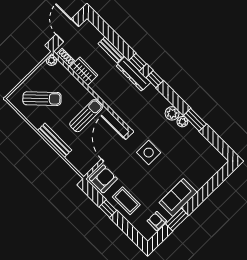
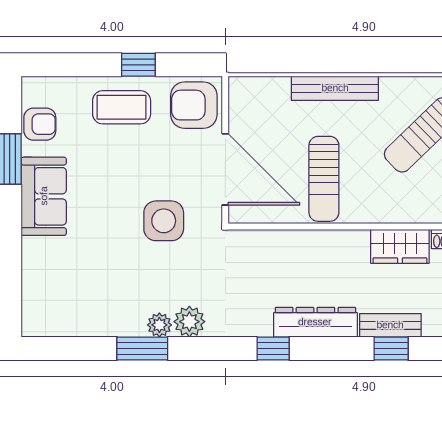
window: (138, 62) -> (391, 348), moved
armchair: (103, 179) -> (194, 105), turned 90

